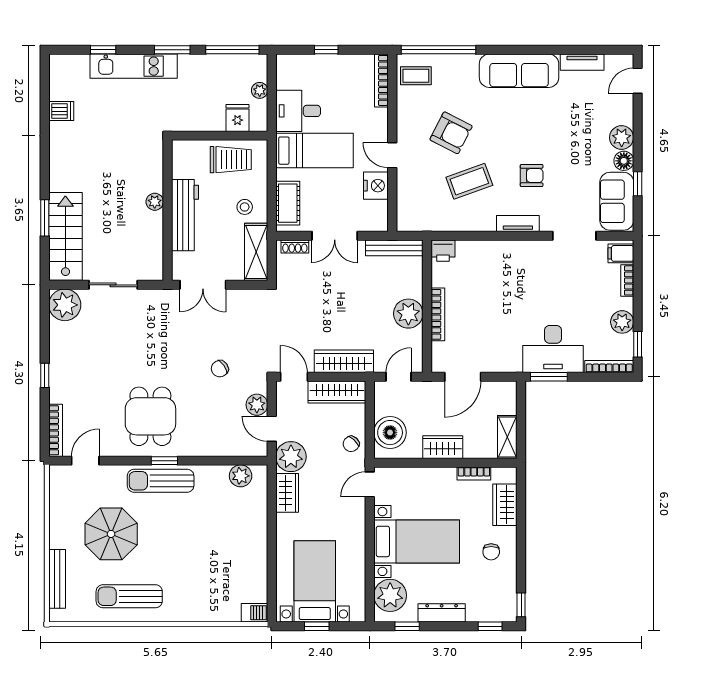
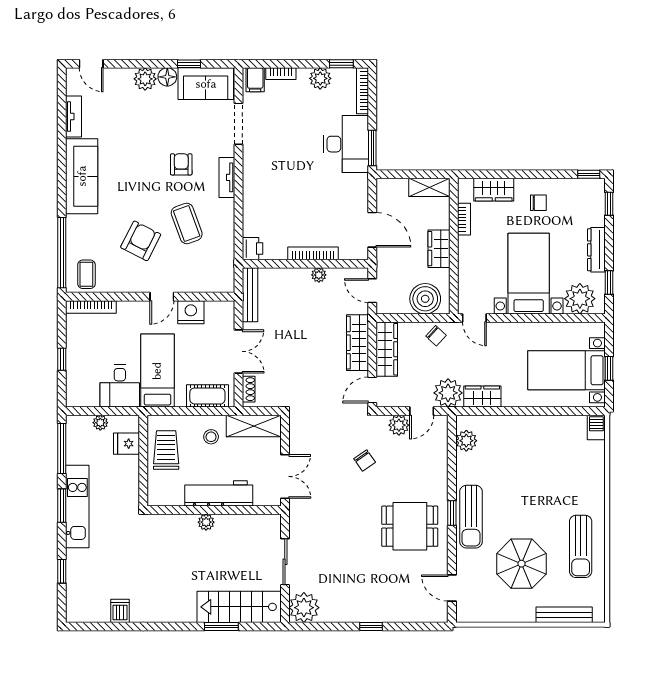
kitchen unit: (134, 66) -> (77, 506), moved
plant: (408, 314) -> (319, 275), width x0.53, depth x0.53
bookcase: (56, 430) -> (423, 616), removed

